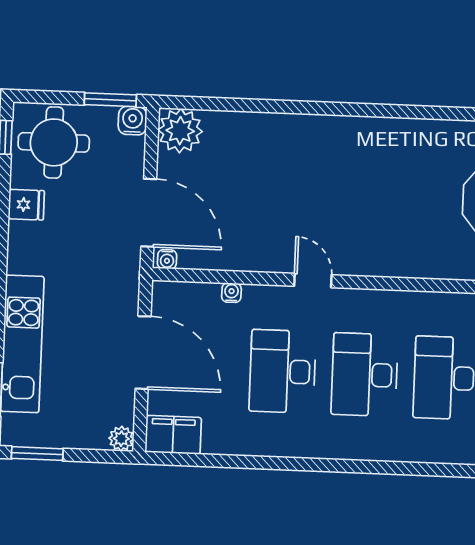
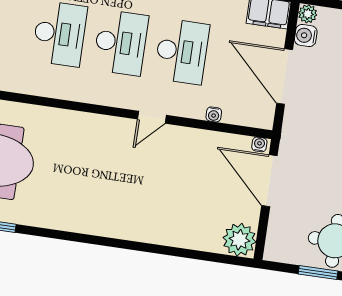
window: (110, 100) -> (318, 273), moved
water cooler: (132, 121) -> (306, 36), moved, turned 90
door: (313, 280) -> (152, 117), hinge flipped

